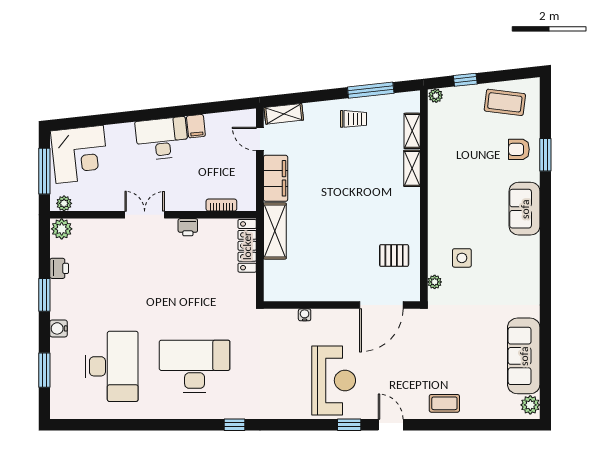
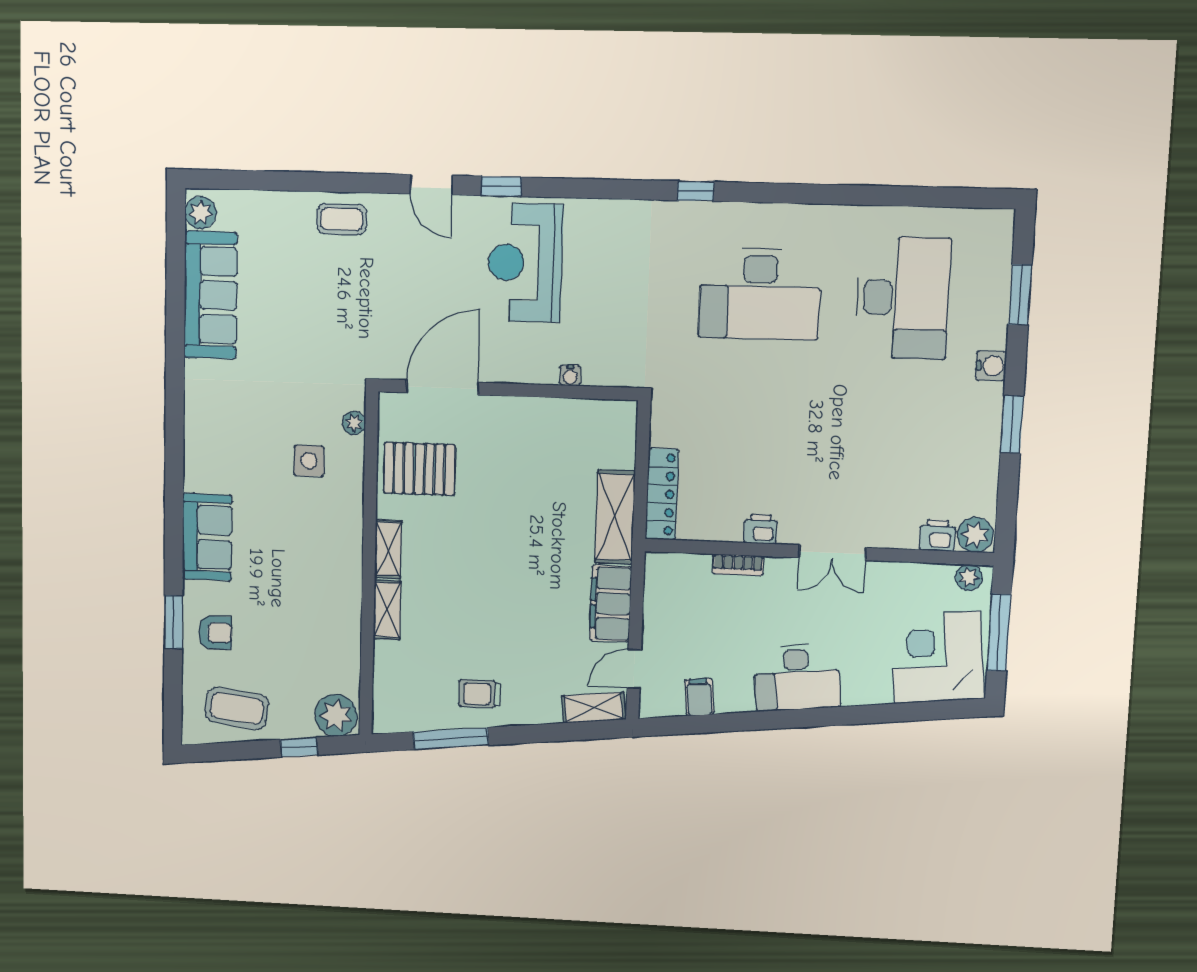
plant: (436, 96) -> (336, 715), width x1.87, depth x1.87
filing cabinet: (196, 126) -> (699, 697), moved
shelving: (412, 131) -> (388, 549), moved
door: (260, 139) -> (634, 669), swing flipped
bookcase: (221, 205) -> (738, 565), moved
pallet: (394, 256) -> (419, 469), width x1.50, depth x1.42
printer: (59, 268) -> (937, 535), moved, turned 90
desk: (112, 366) -> (903, 298), turned 180

